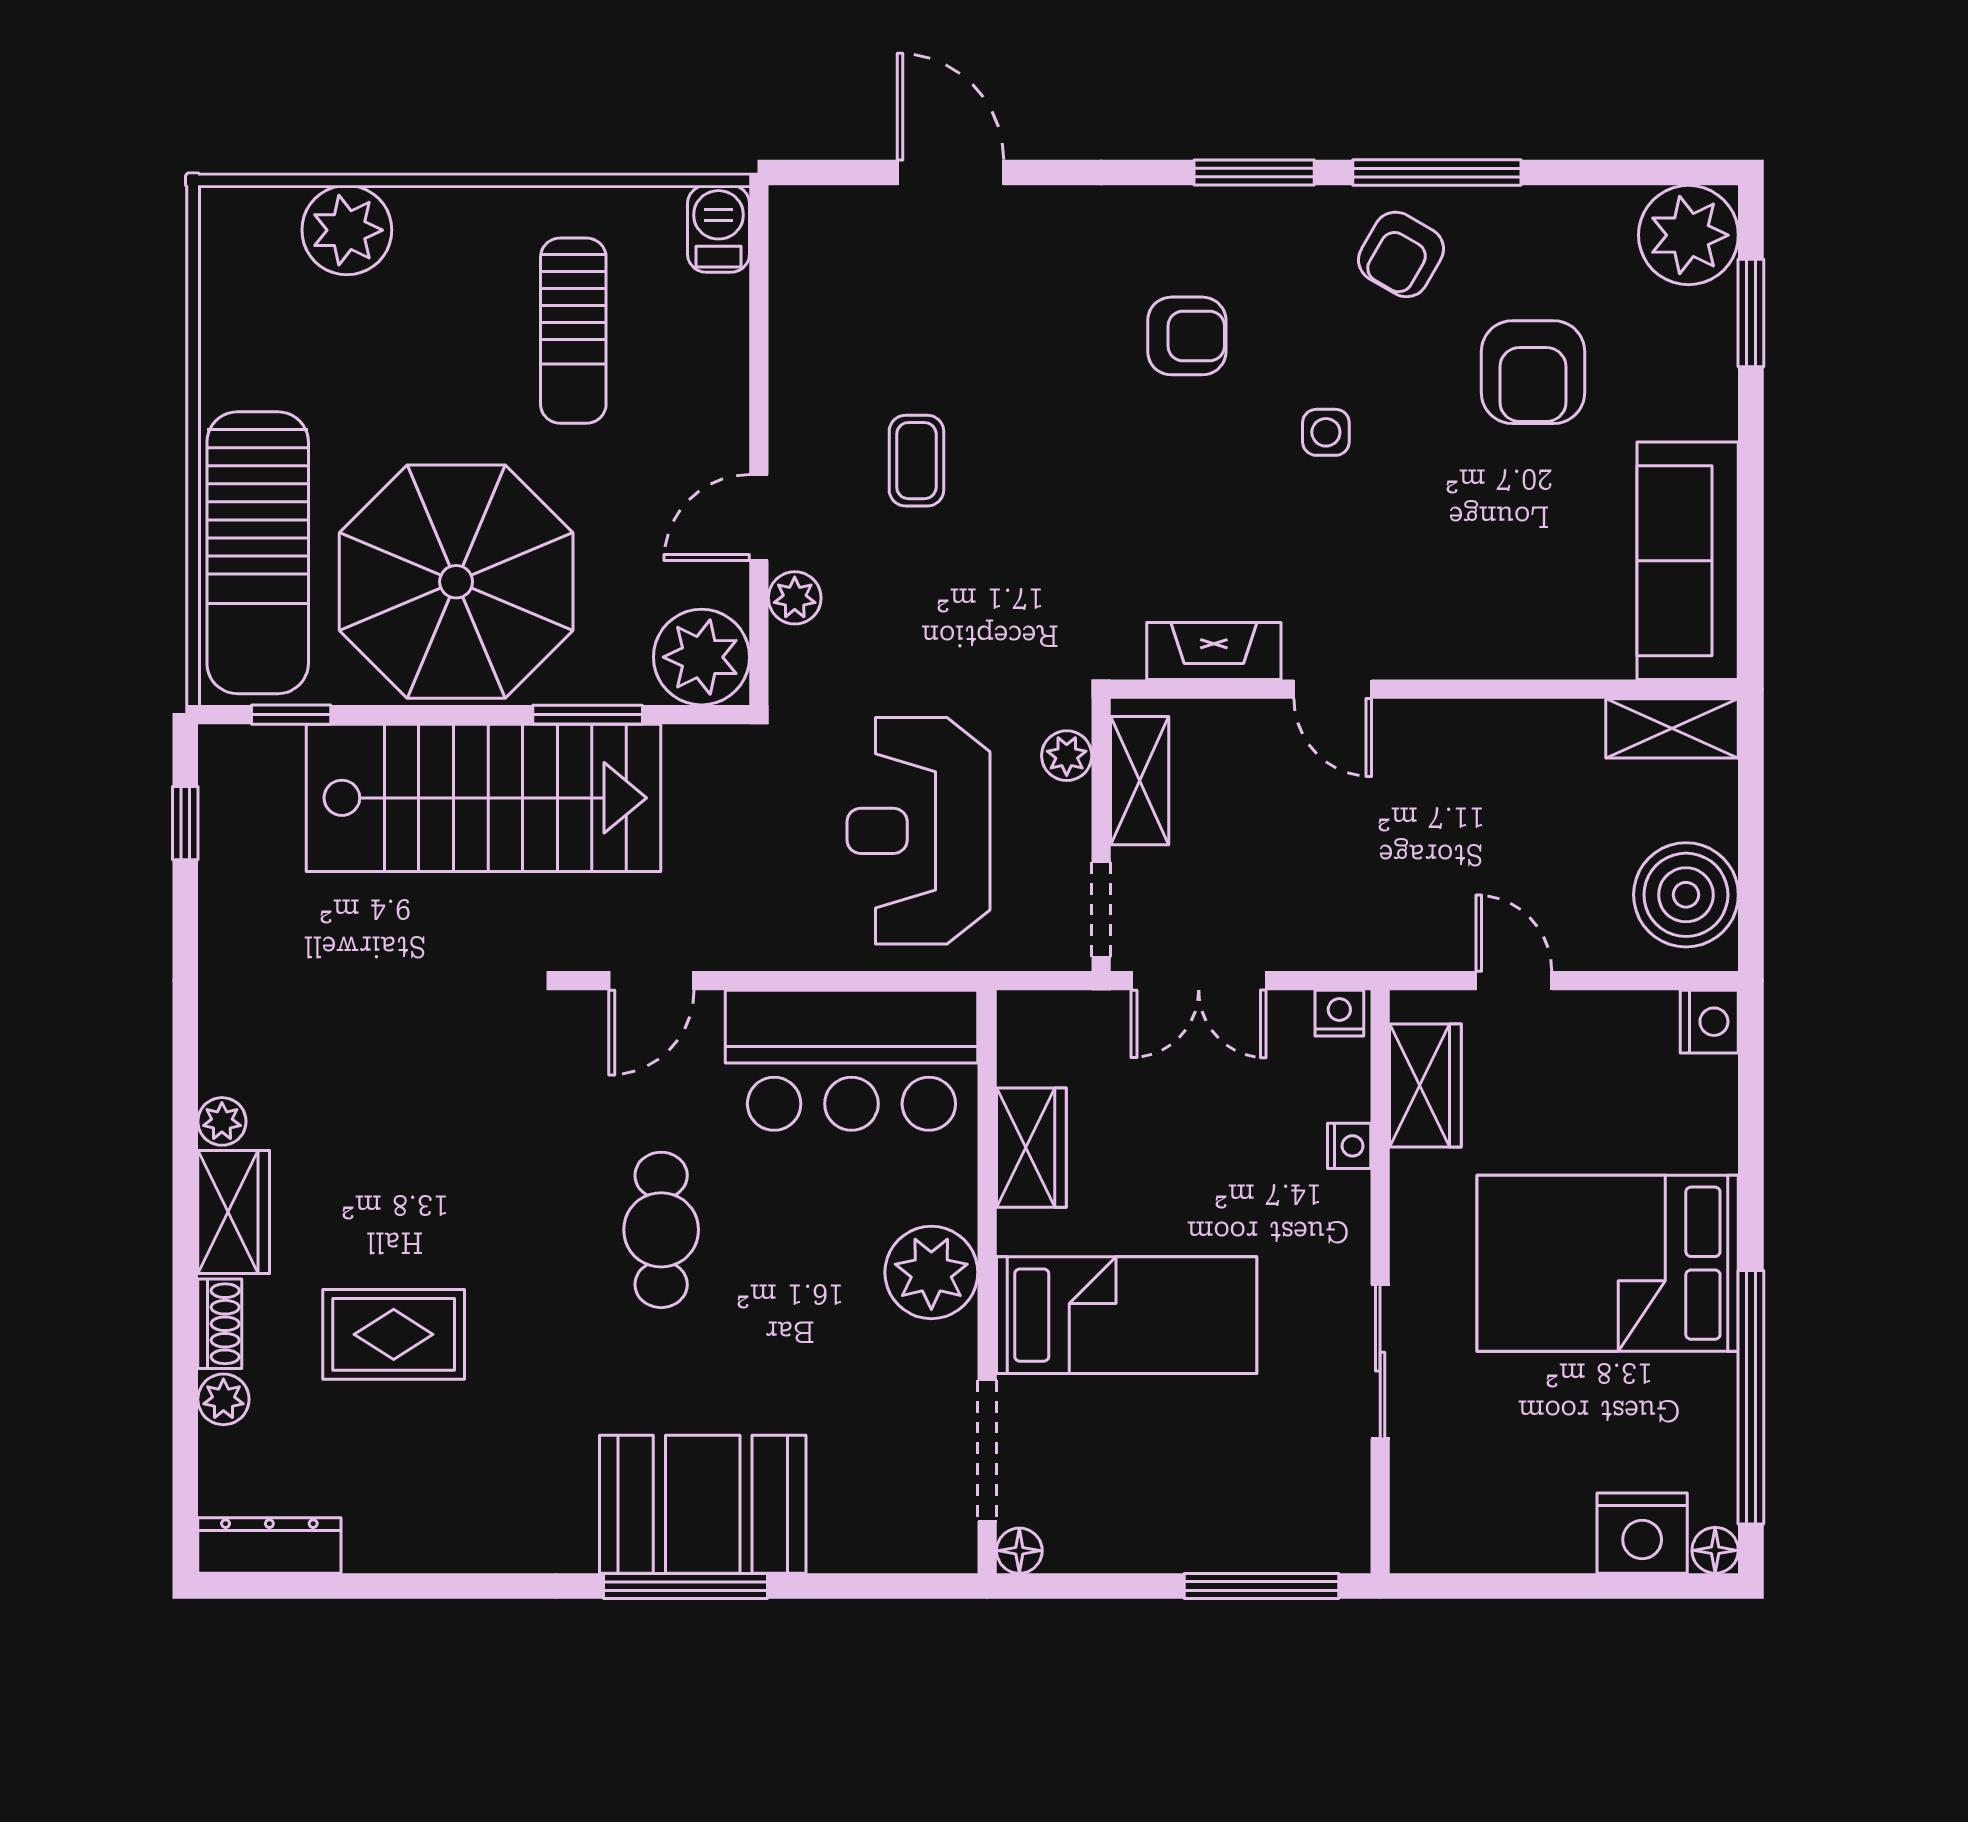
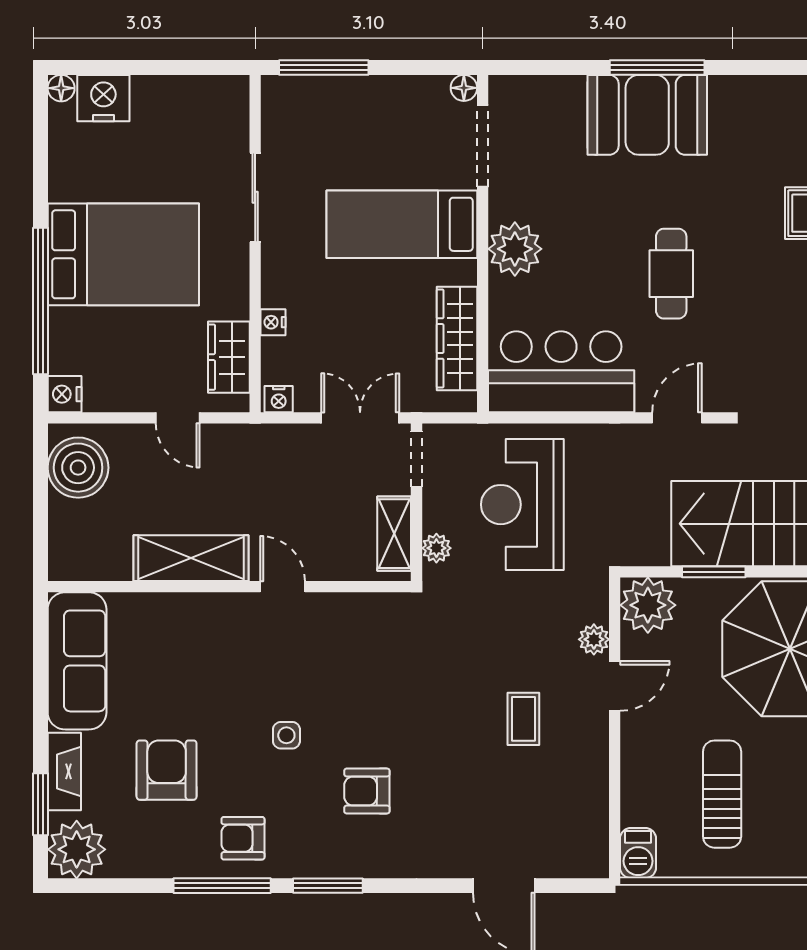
armchair: (1401, 254) -> (243, 838), turned -120
fireplace: (1214, 651) -> (64, 771), moved, turned -90
shelving: (1672, 728) -> (191, 558), moved, width x1.50, depth x1.33
reception desk: (918, 831) -> (522, 505), turned 180
wardrobe: (1031, 1148) -> (457, 339), width x1.50
window: (1751, 1397) -> (40, 301), moved

